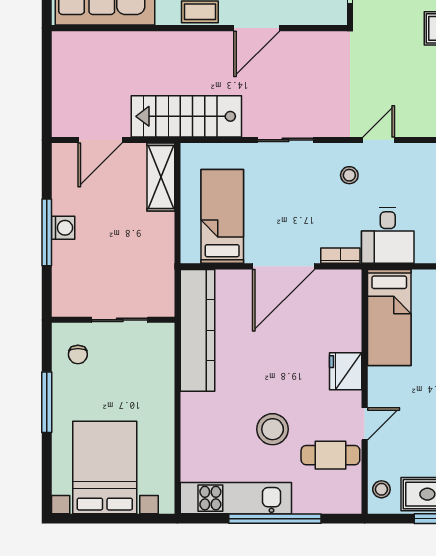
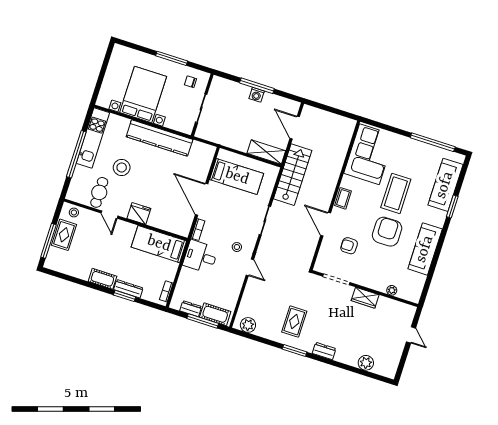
kitchen counter: (197, 330) -> (160, 138), moved
bed with nightstands: (105, 467) -> (143, 94), moved, turned -90

